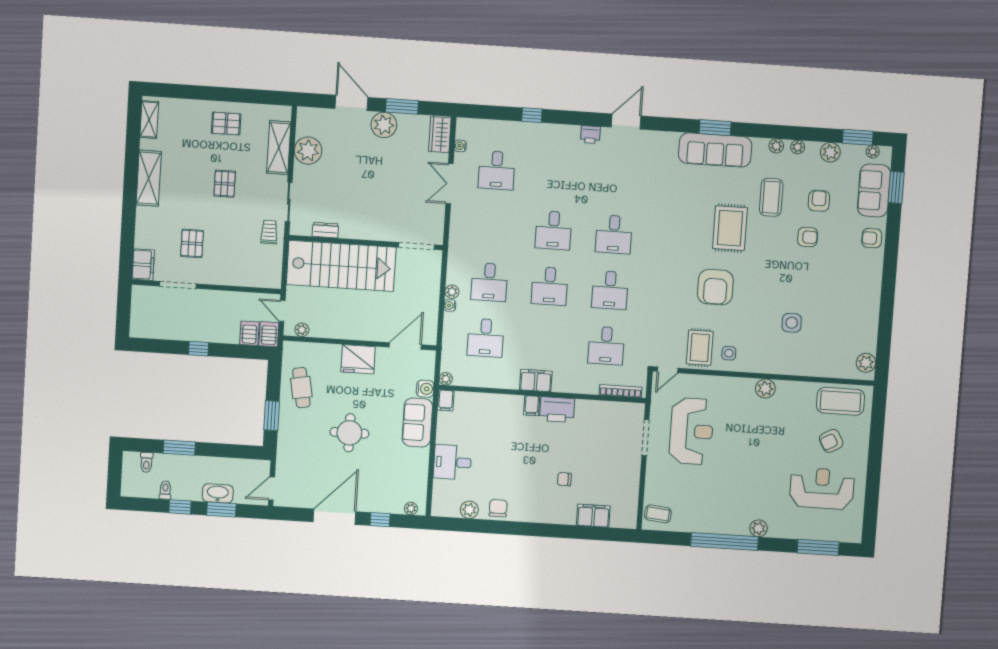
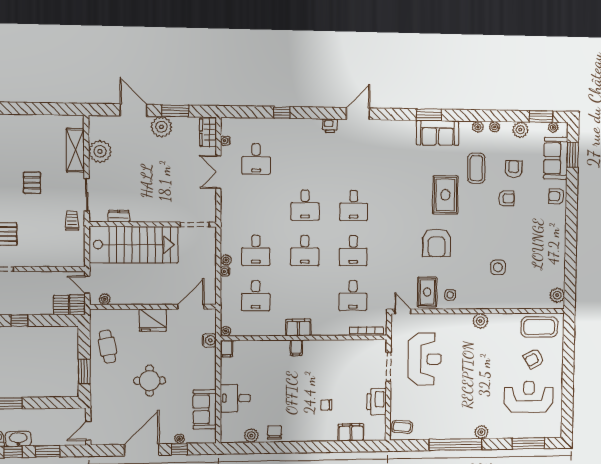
pallet: (226, 124) -> (30, 133), removed
sofa: (715, 150) -> (438, 133), width x0.73
door: (668, 370) -> (403, 312), swing flipped
printer: (557, 410) -> (377, 402), moved, turned 90
sofa: (417, 422) -> (205, 409), moved
washbasin: (218, 493) -> (18, 439), moved
plant: (411, 509) -> (180, 439), moved

